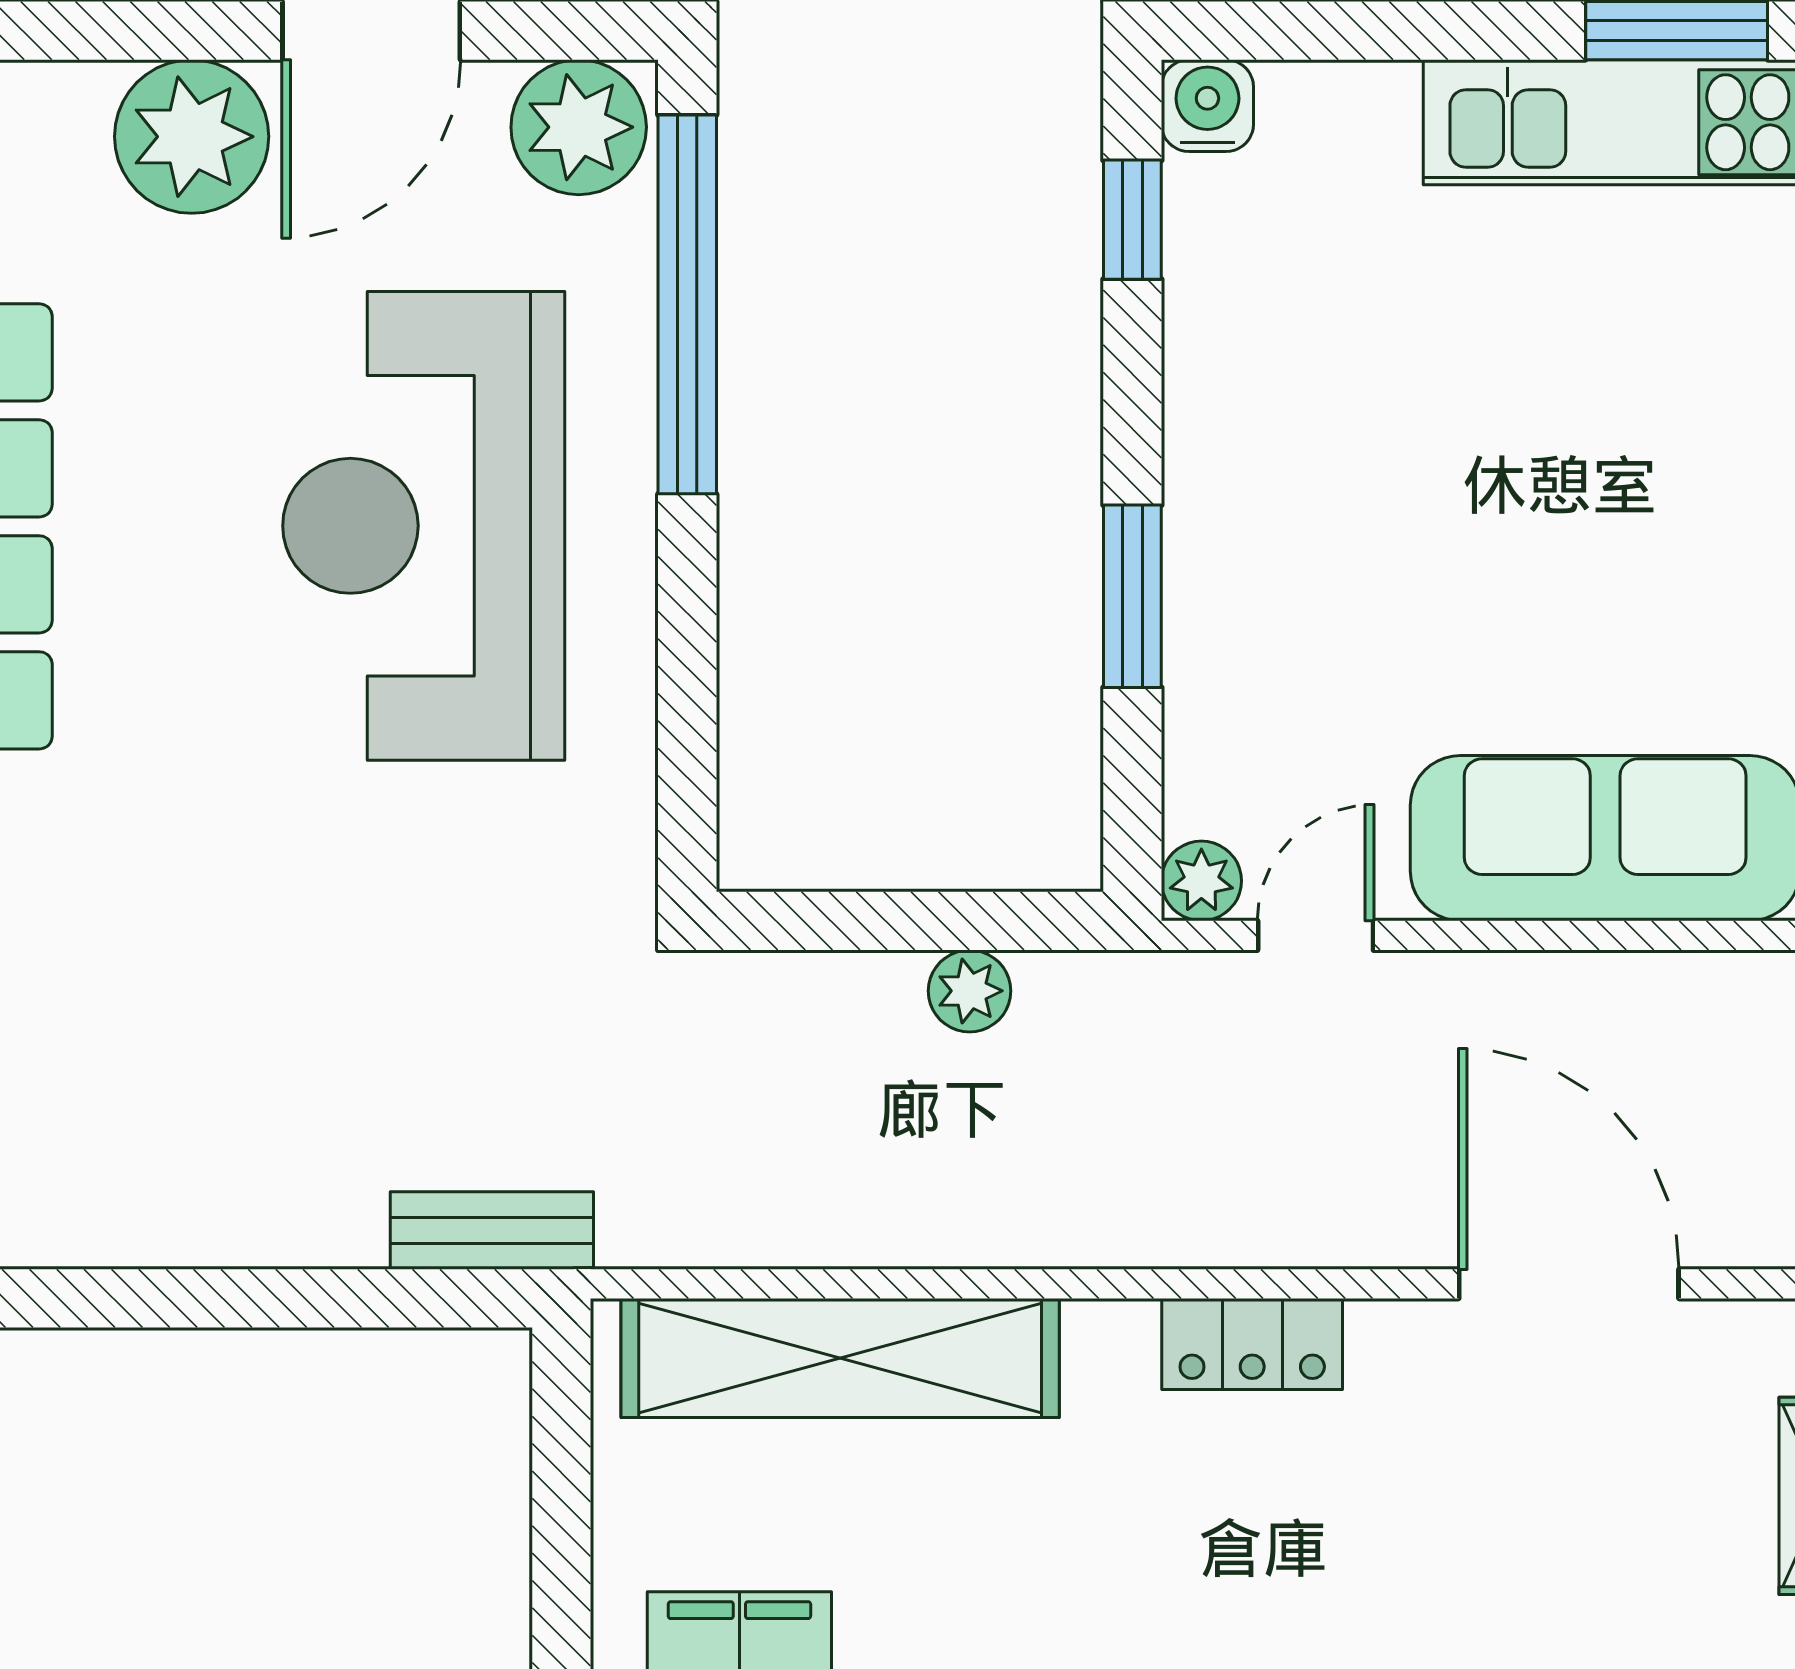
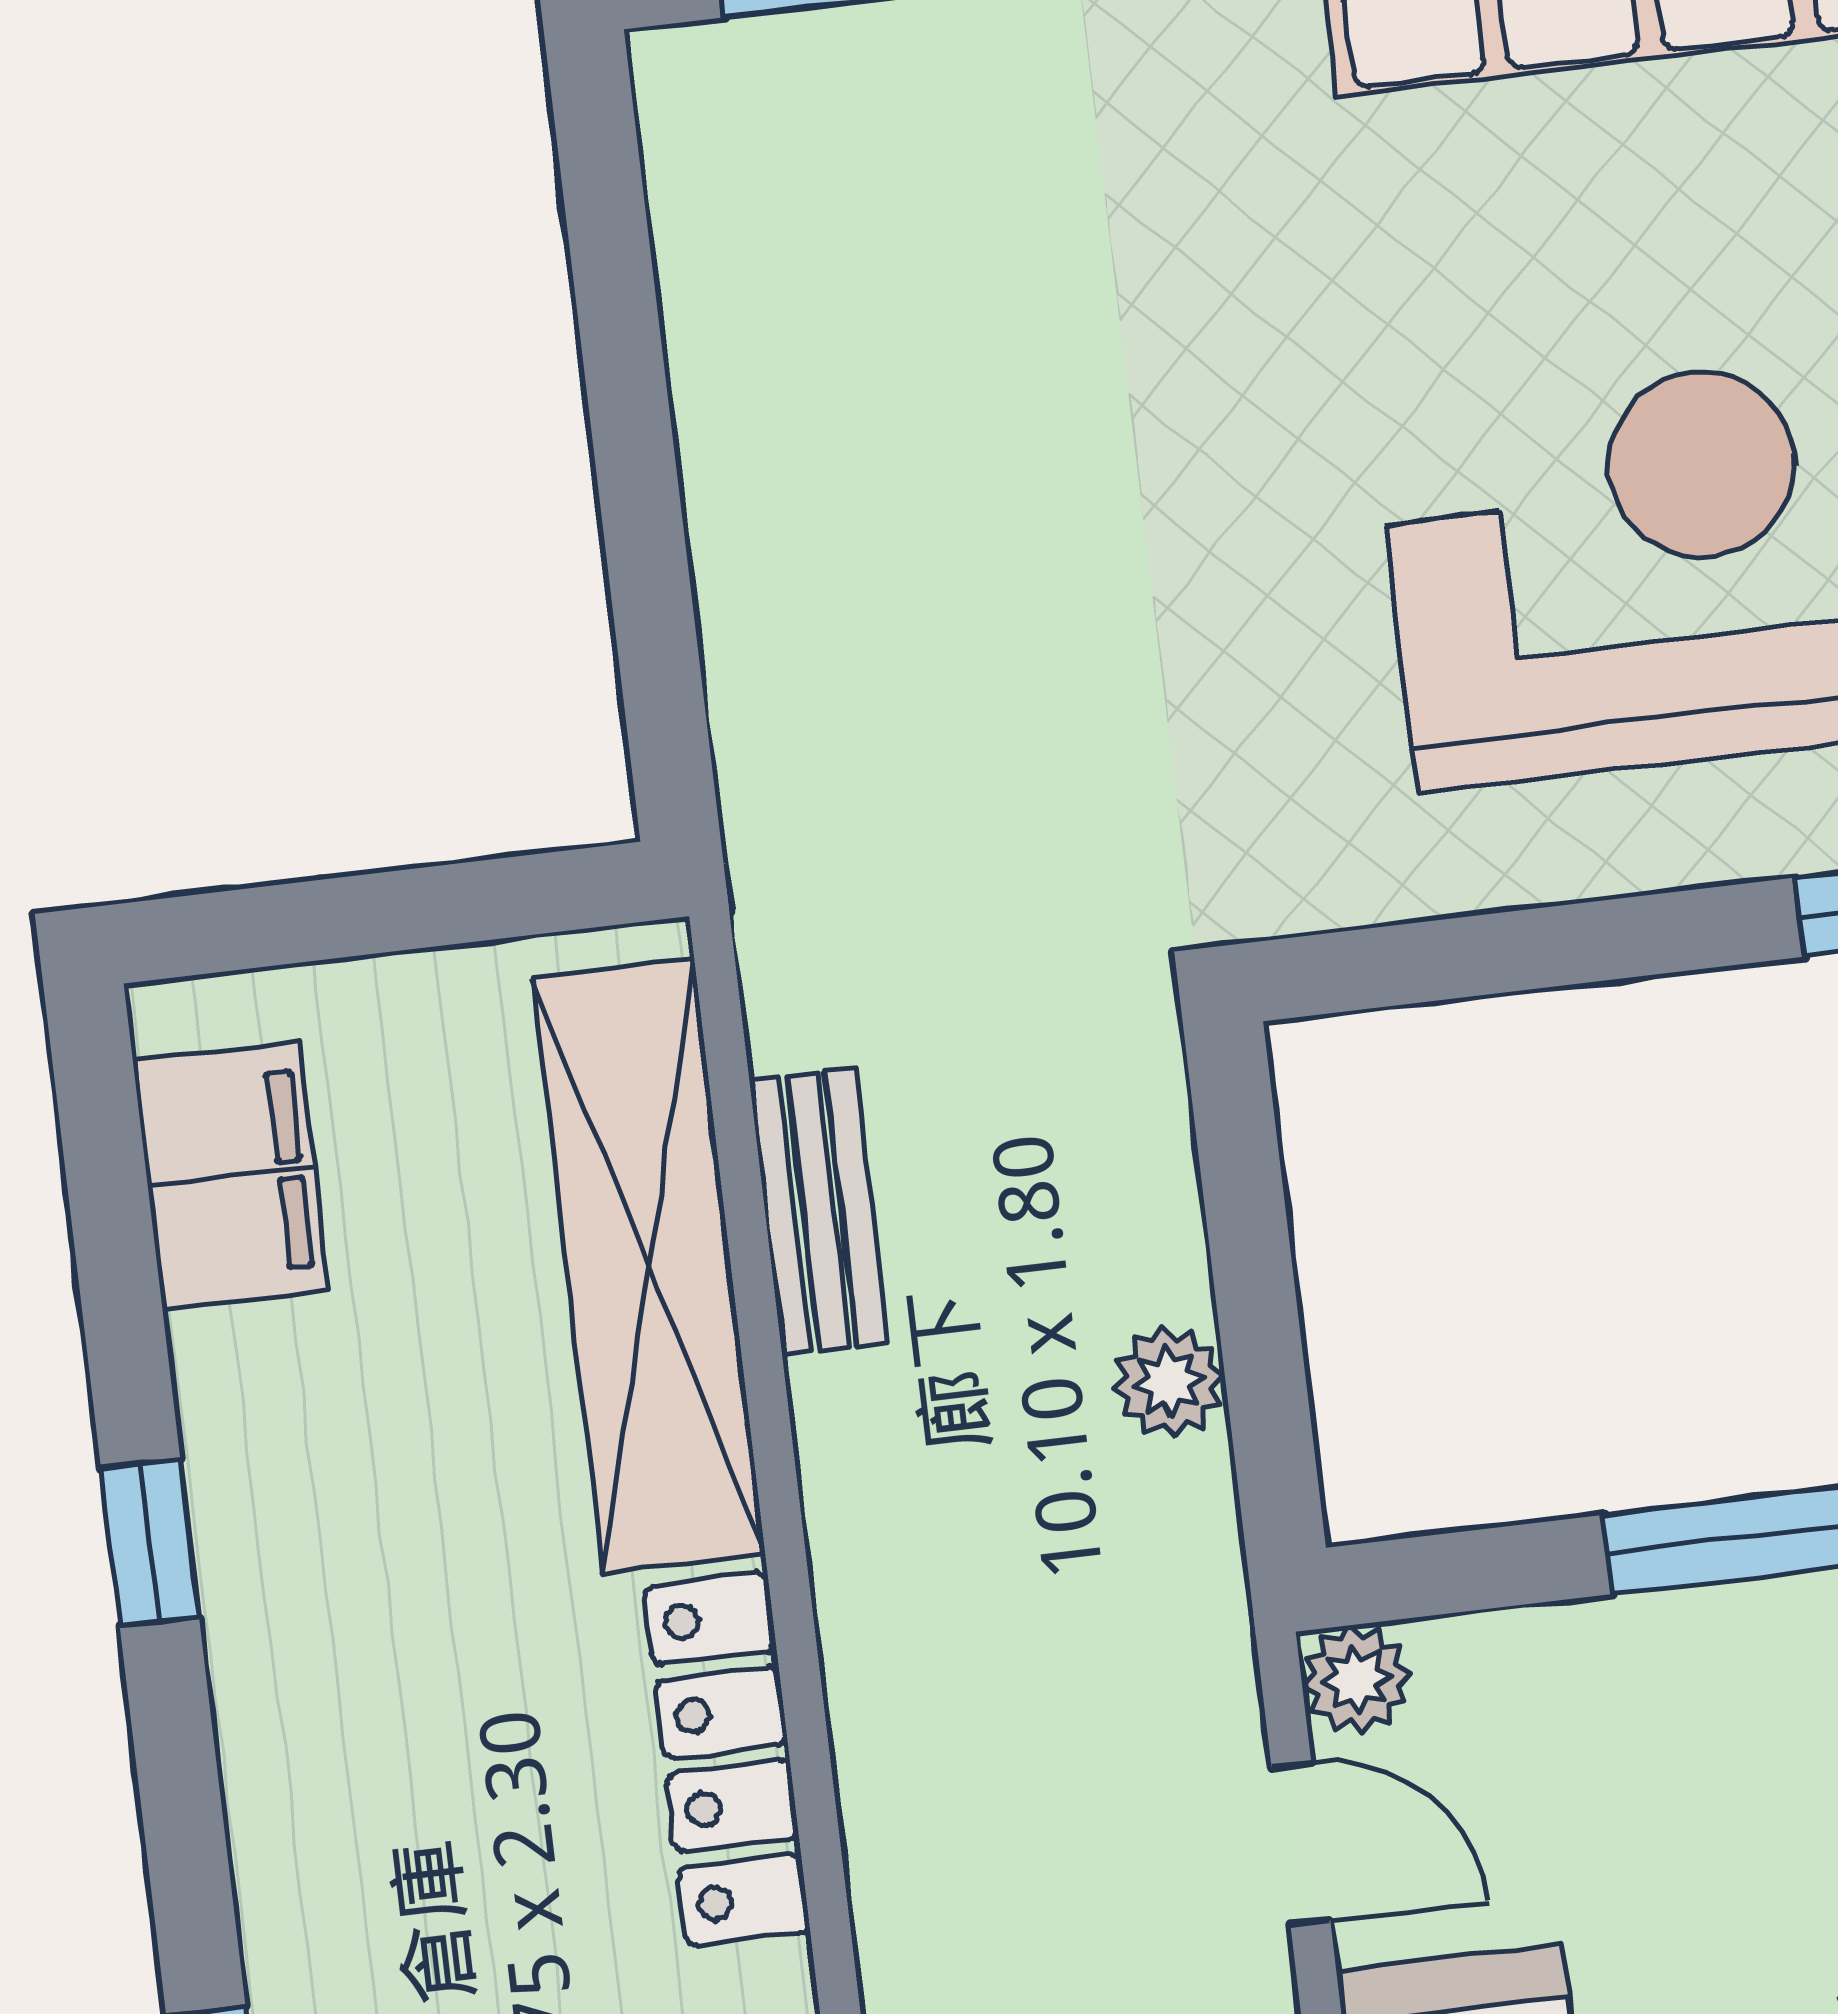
bench: (492, 1230) -> (818, 1212), moved
locker: (1252, 1344) -> (727, 1759), width x1.53

